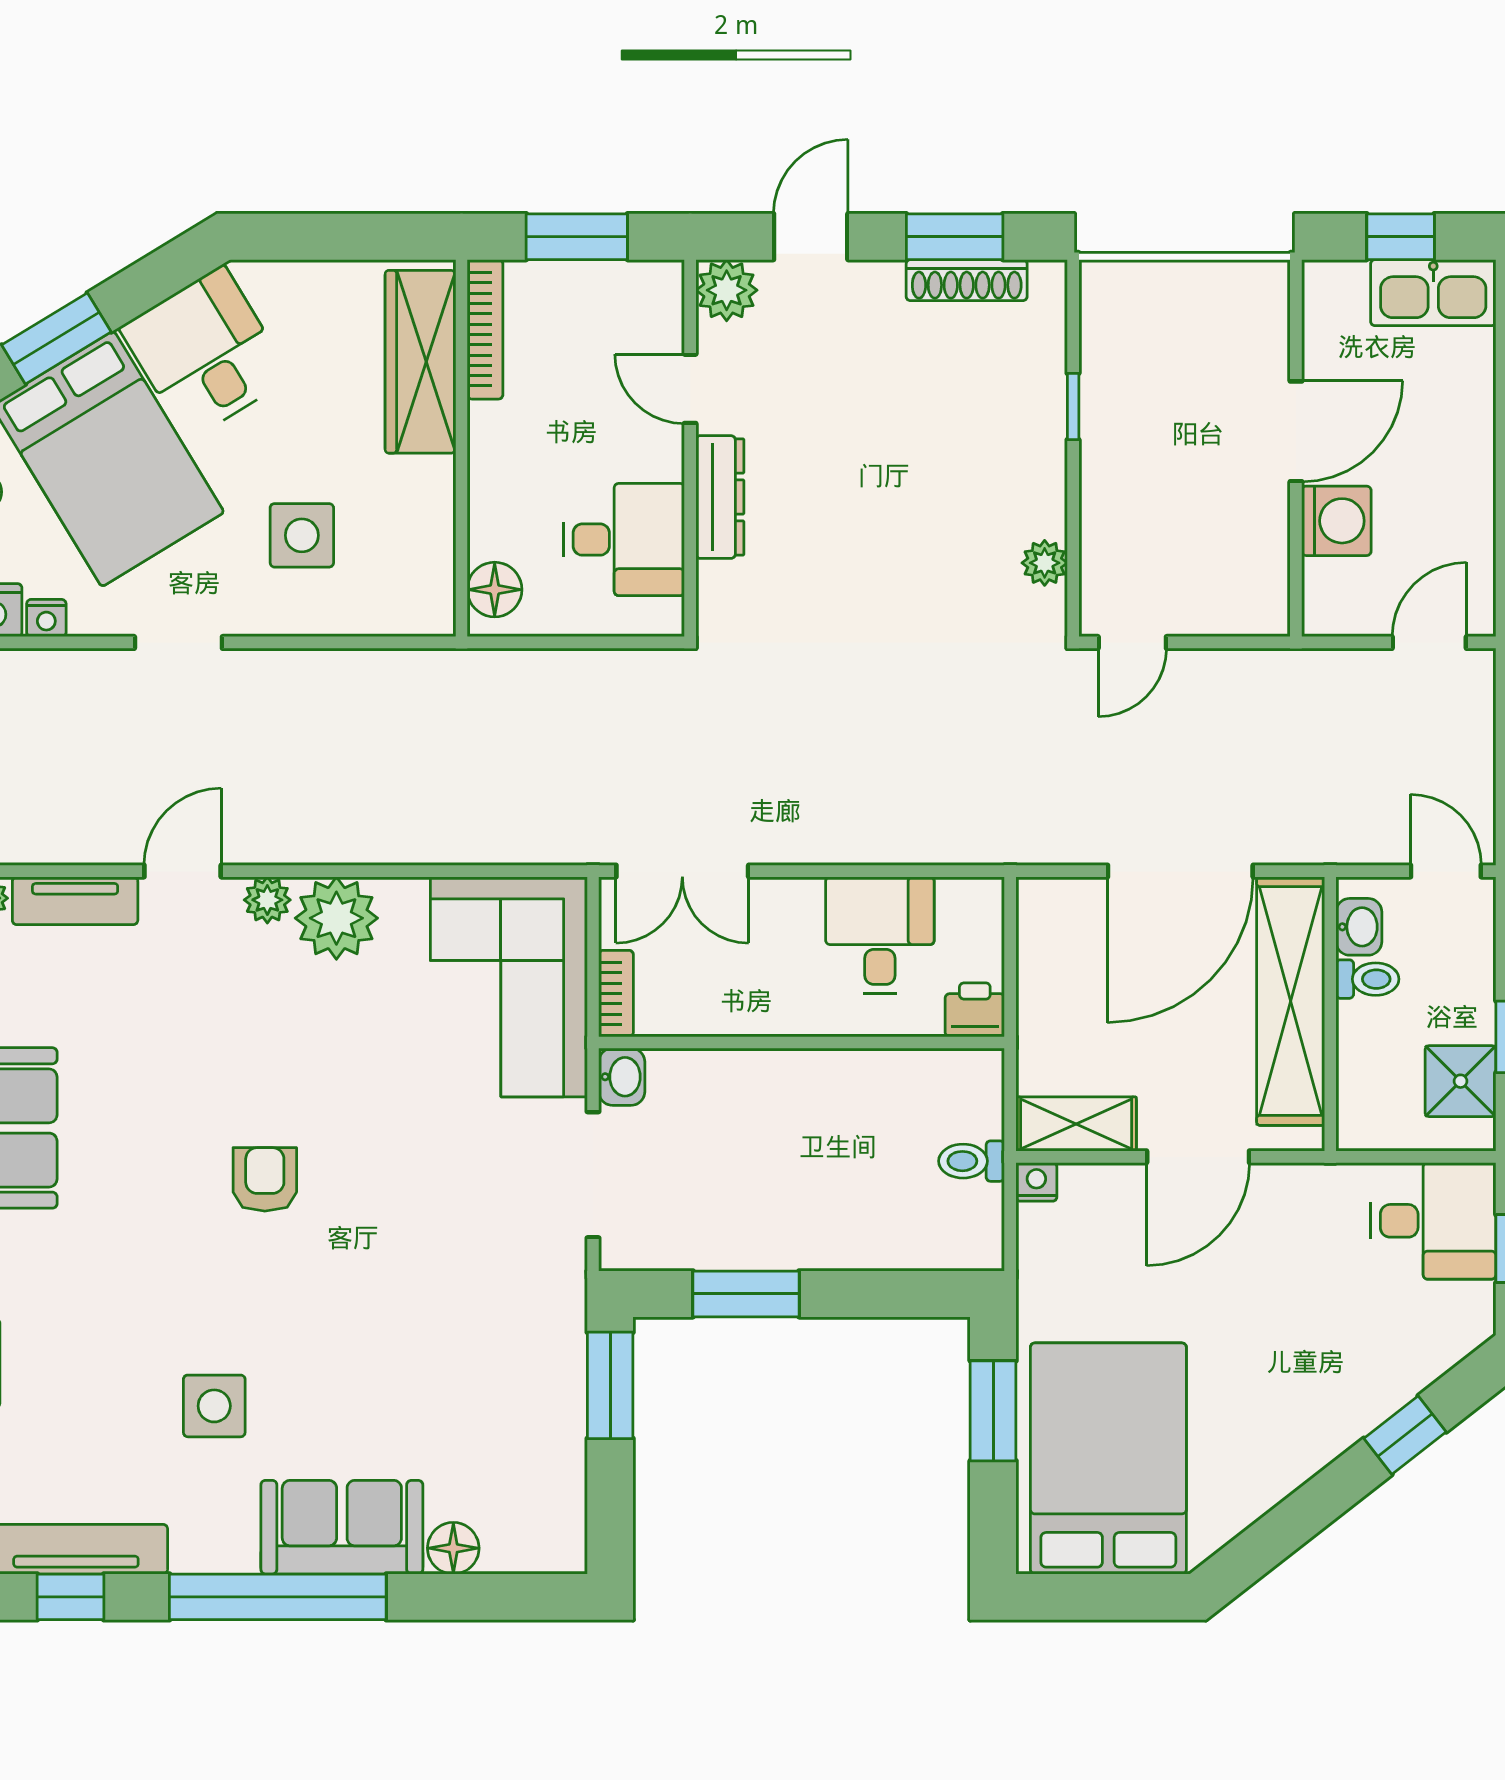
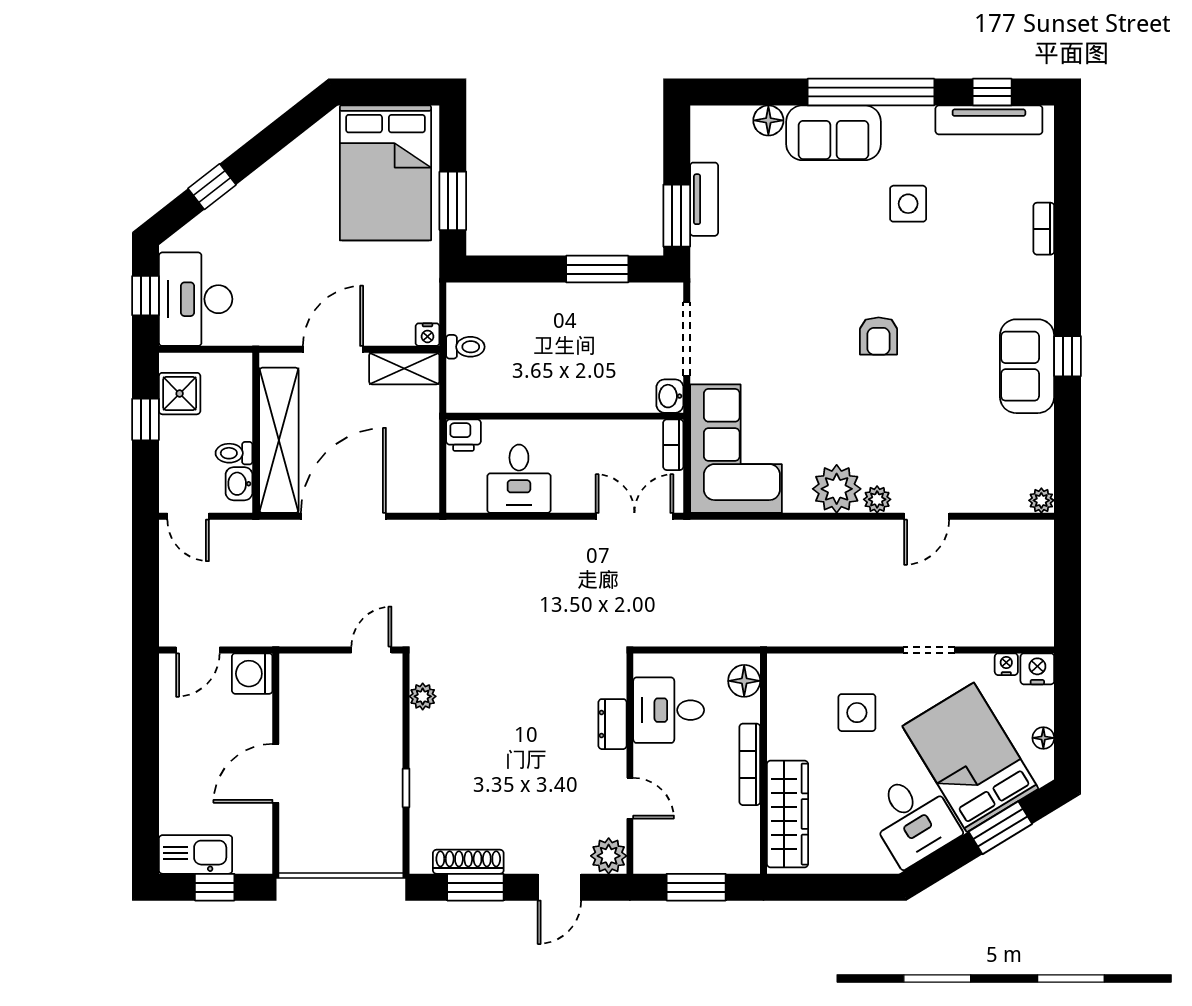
bookcase: (485, 329) -> (750, 764), moved
dresser: (720, 497) -> (613, 724), width x0.70
washing machine: (1336, 521) -> (252, 674), moved
tv unit: (75, 901) -> (704, 199), moved, turned 90
desk: (1433, 1221) -> (196, 299), width x1.37

